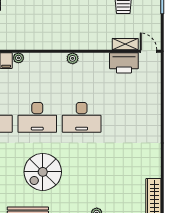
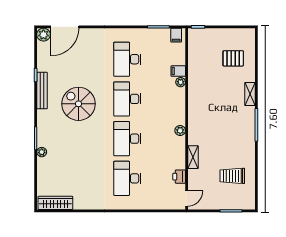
shelving: (125, 44) -> (193, 157), moved
printer: (124, 63) -> (179, 177), width x0.53, depth x0.68
desk: (126, 117) -> (127, 178), added

